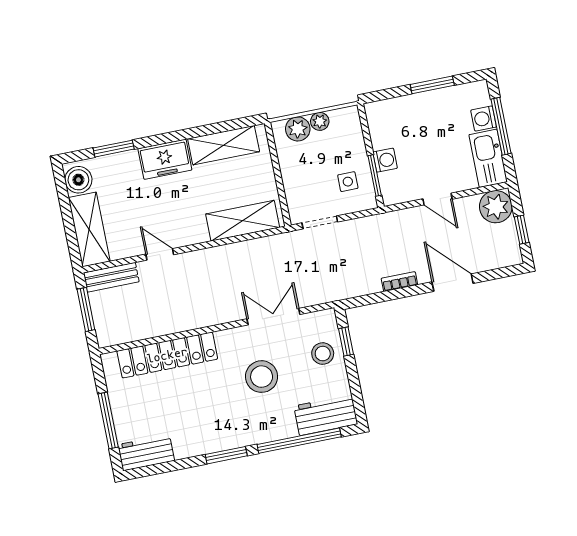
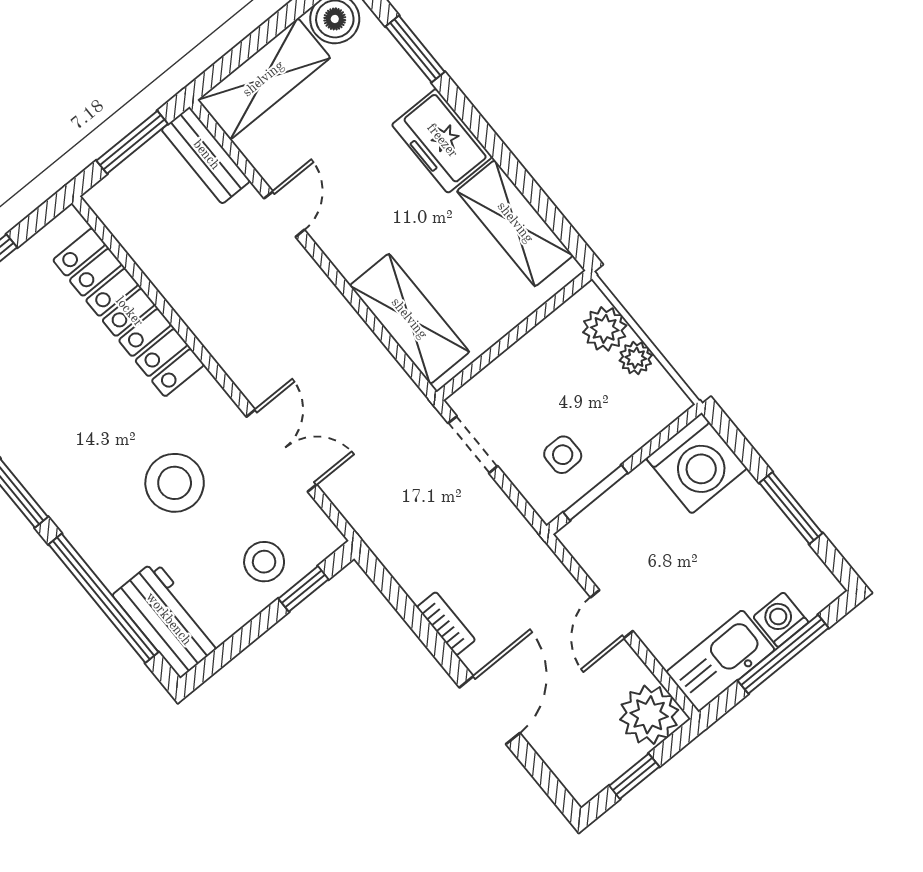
washing machine: (385, 160) -> (697, 463), moved, width x1.89, depth x1.89

